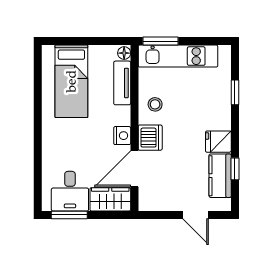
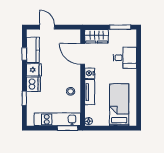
tv unit: (122, 83) -> (90, 92), moved
dishwasher: (150, 138) -> (33, 84), moved, turned 180
door: (134, 169) -> (83, 54), swing flipped
desk: (70, 191) -> (125, 58), moved, turned 90

